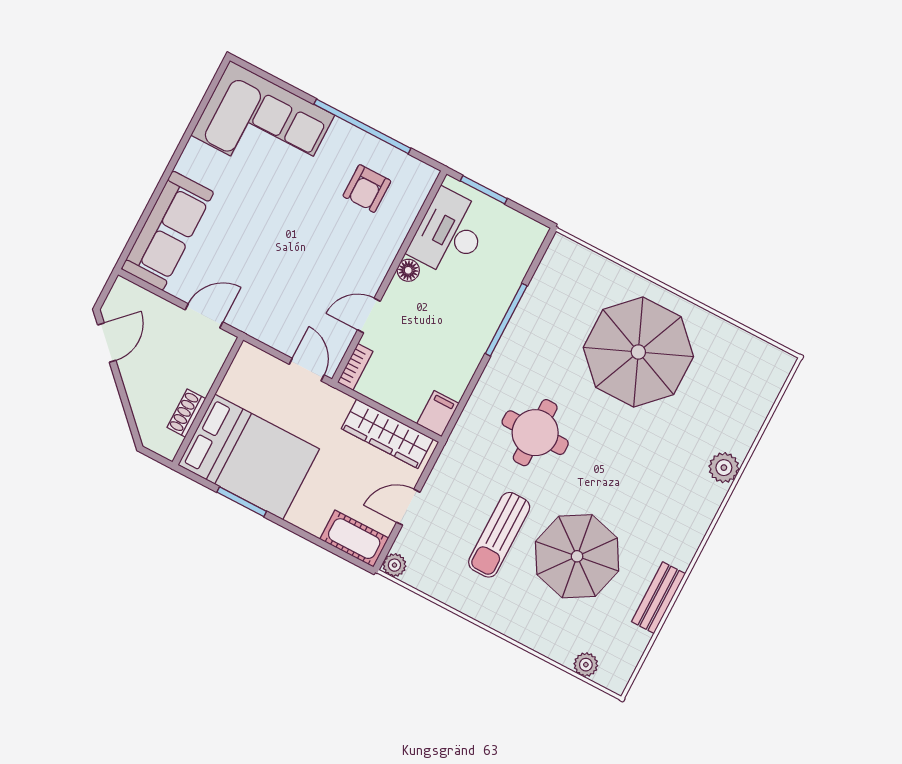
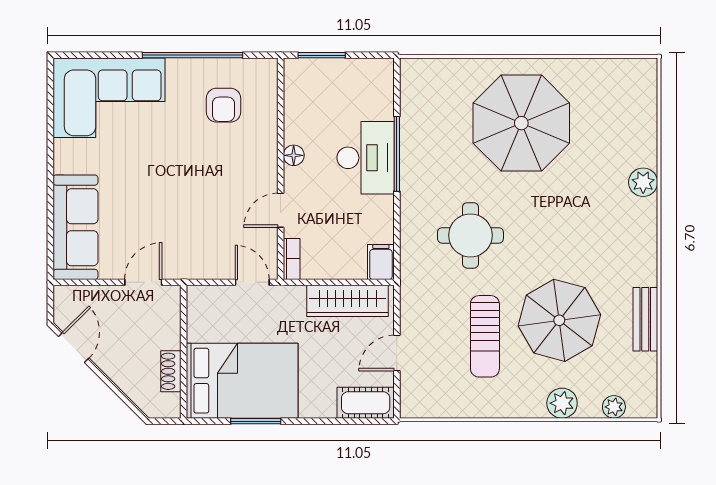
desk: (449, 233) -> (366, 158), moved, turned 180
plant: (394, 565) -> (562, 403), moved, width x1.38, depth x1.38

